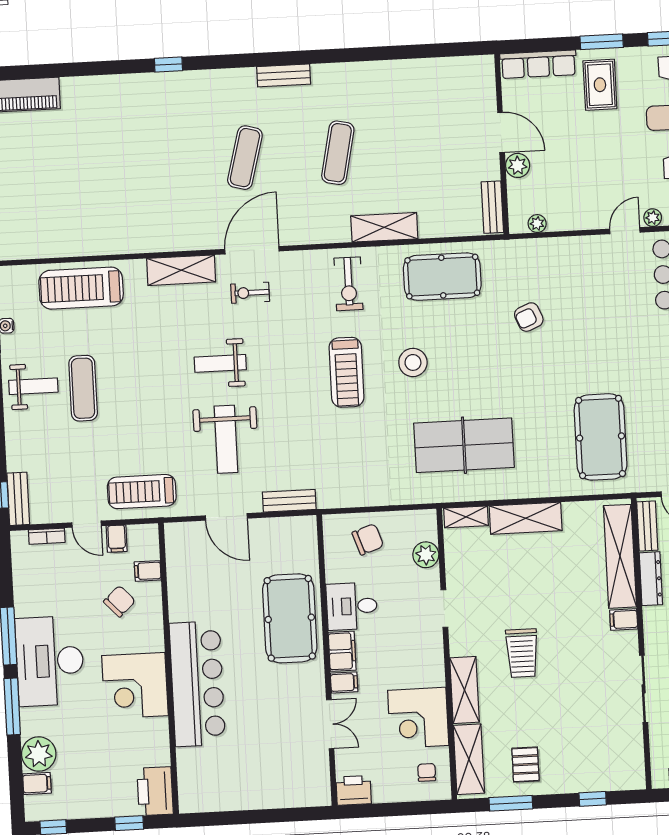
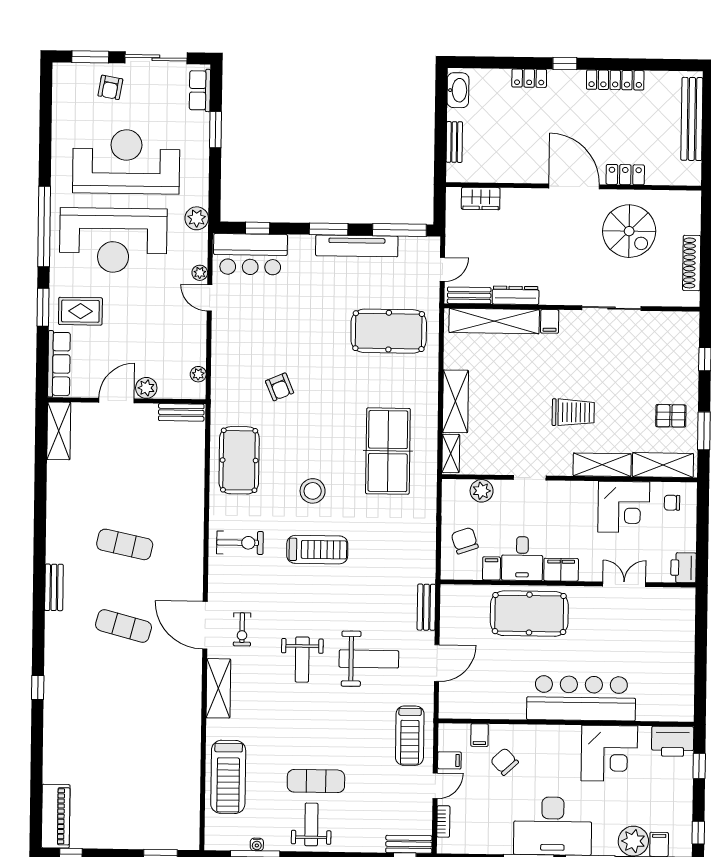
shelving: (384, 227) -> (59, 431), moved
filing cabinet: (344, 682) -> (491, 568), moved
corner desk: (135, 686) -> (609, 753), moved

